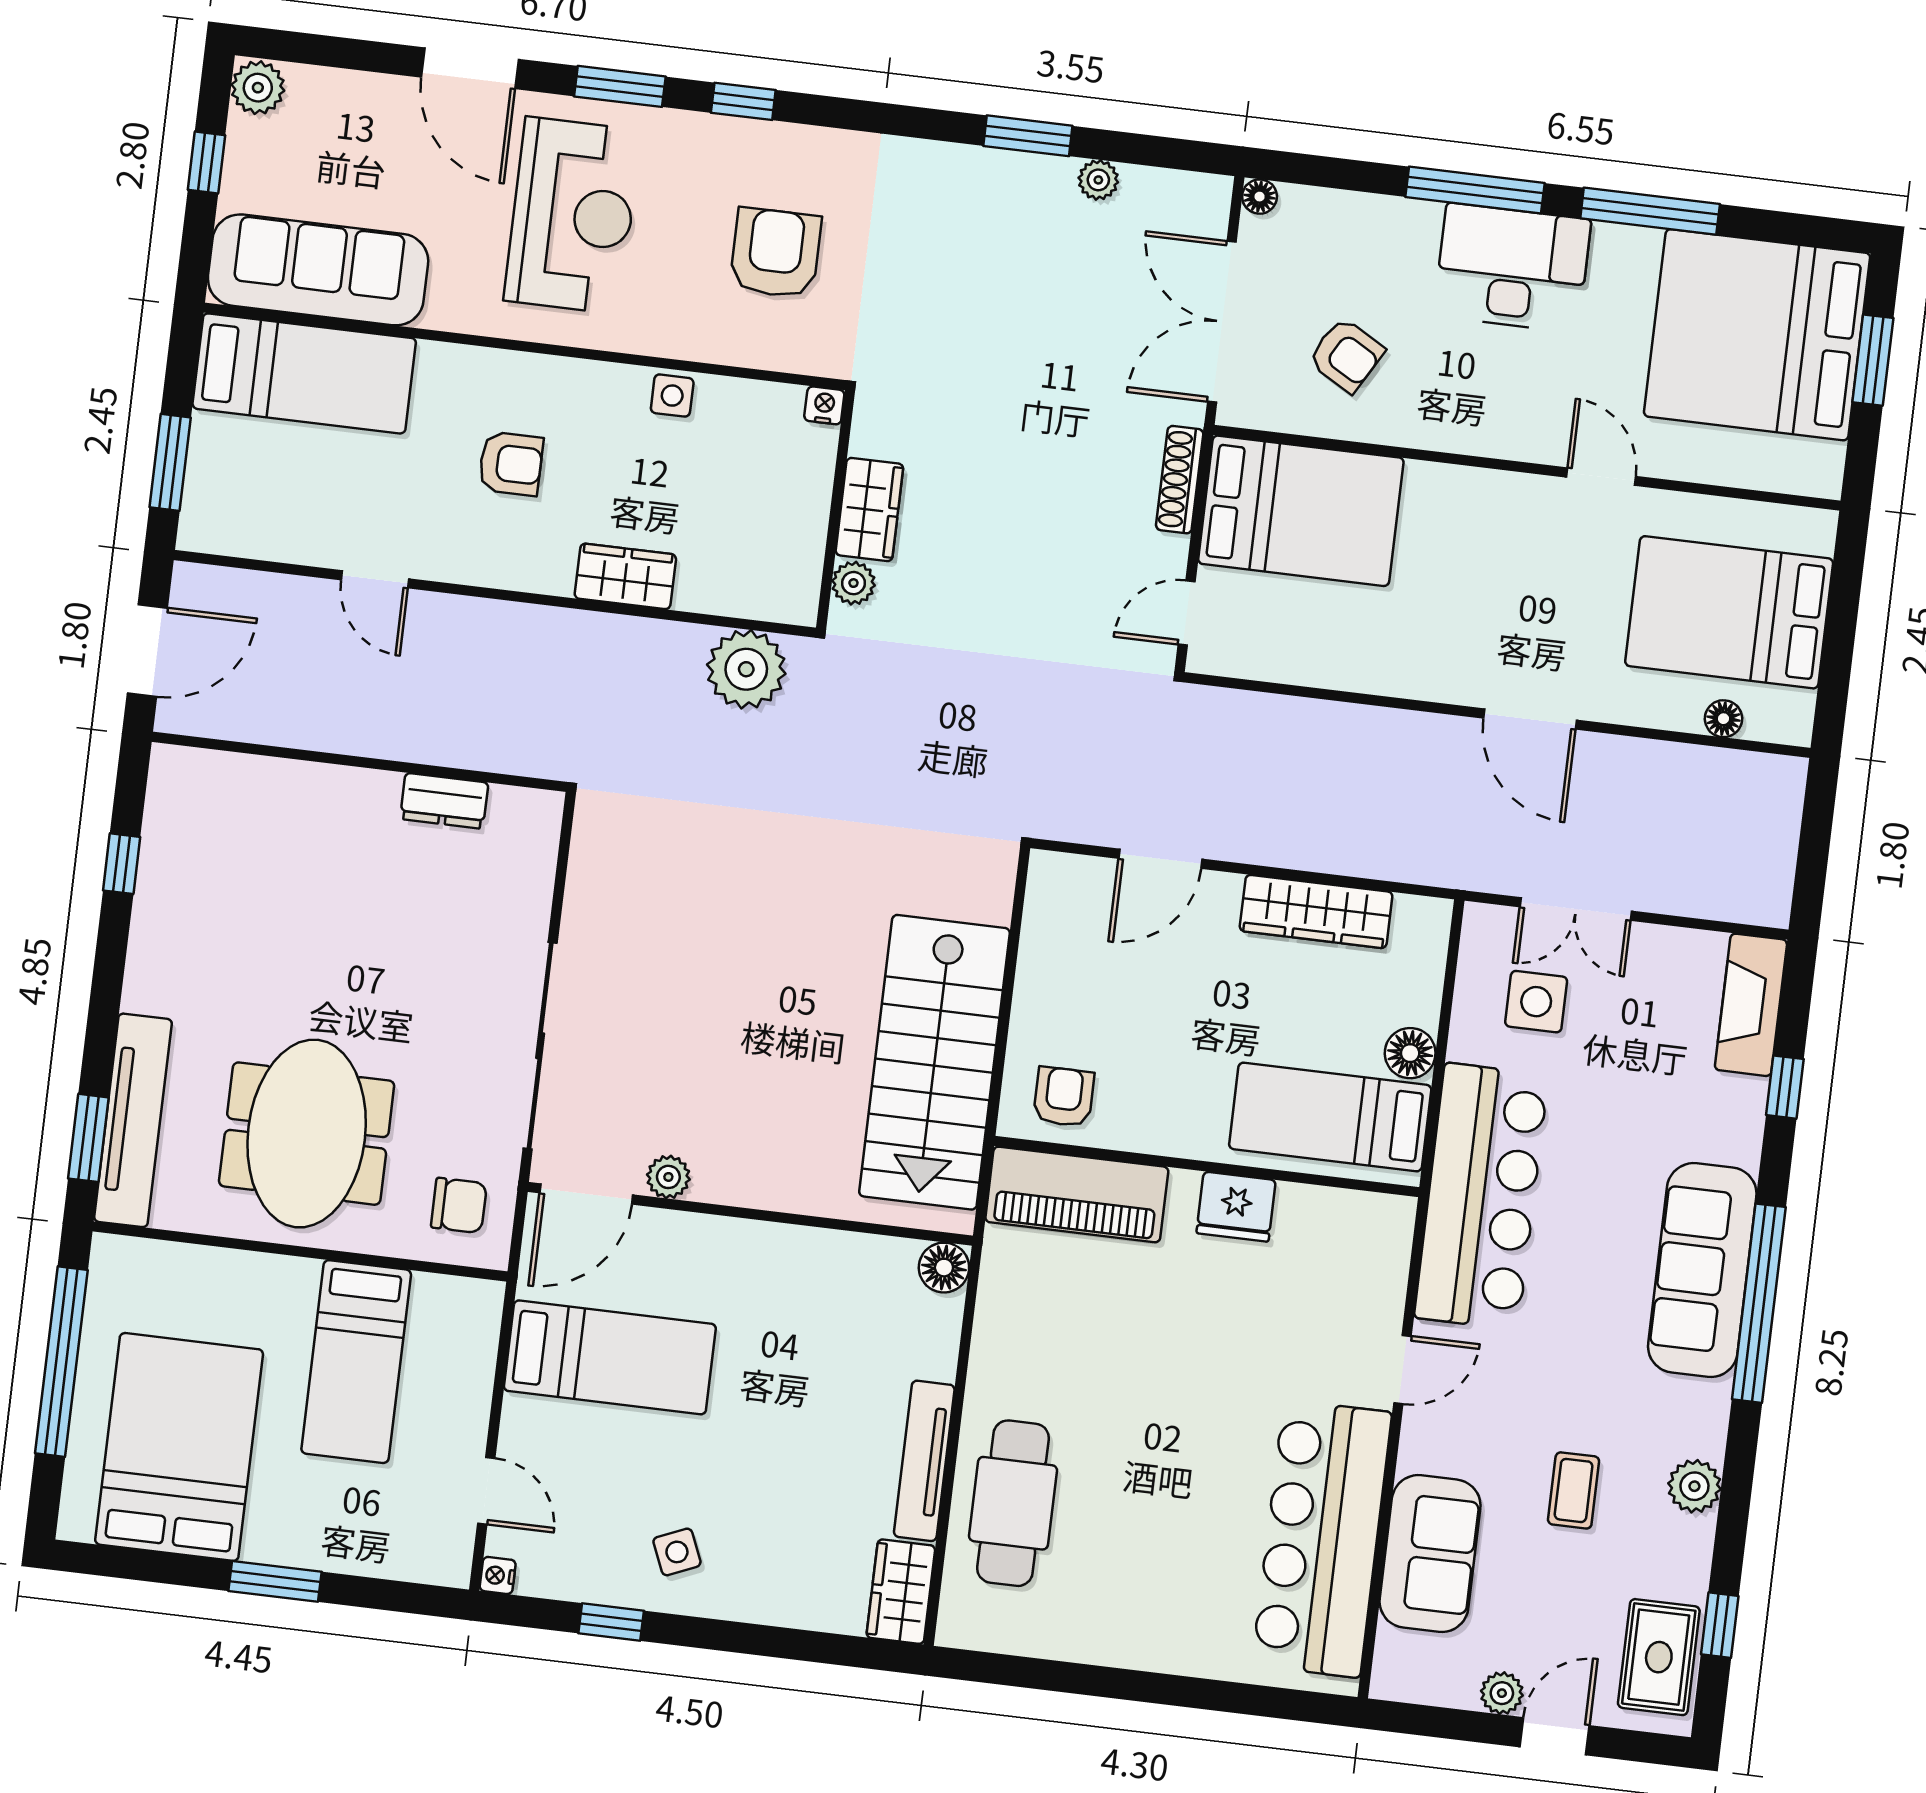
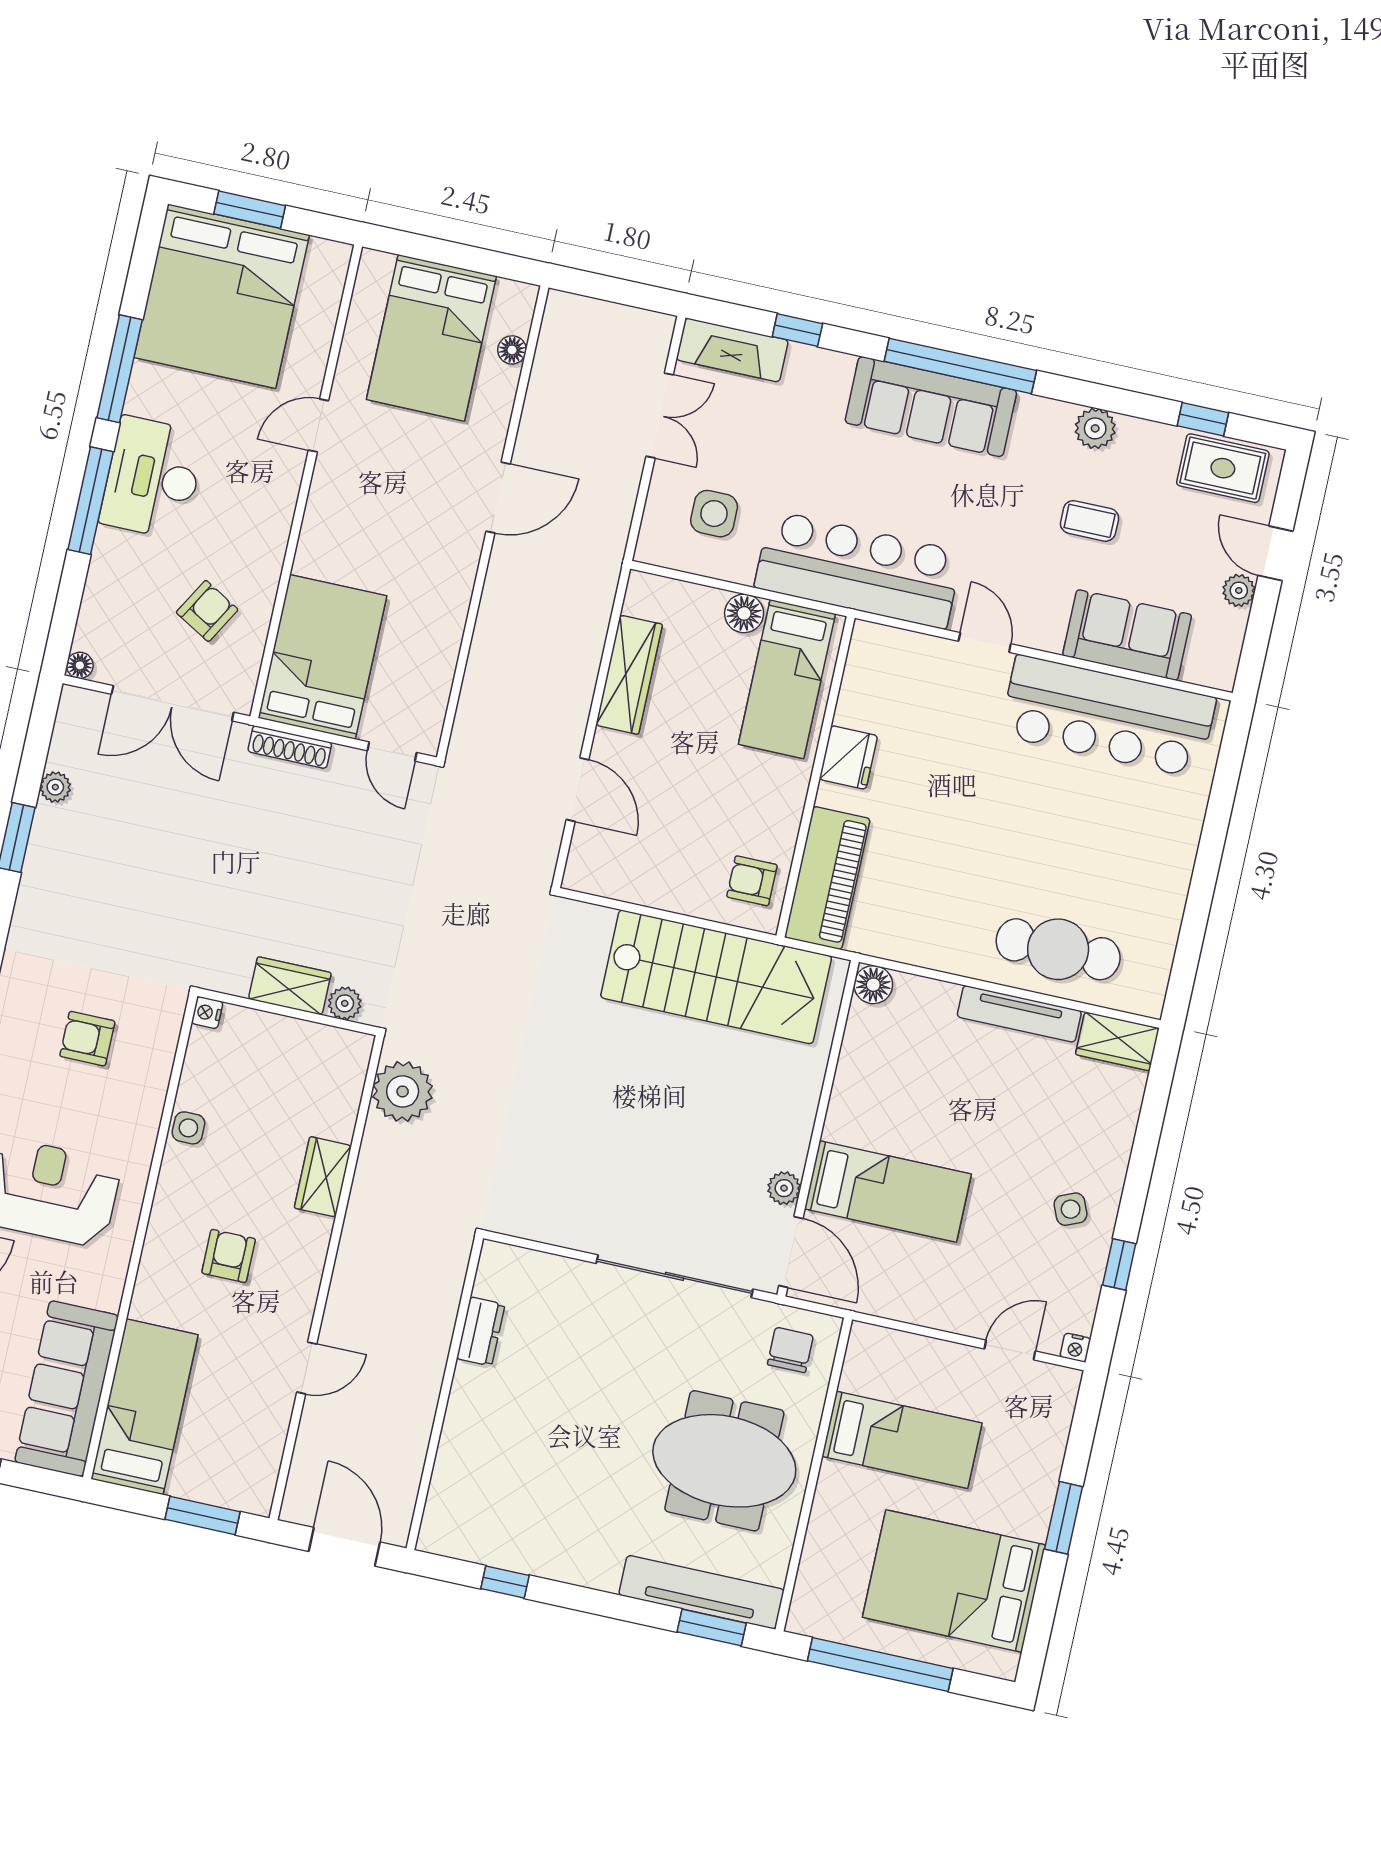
armchair: (775, 253) -> (87, 1039), width x0.72, depth x0.72
double door: (1576, 909) -> (660, 415), moved
bed: (610, 1357) -> (888, 1191), moved, turned 90

